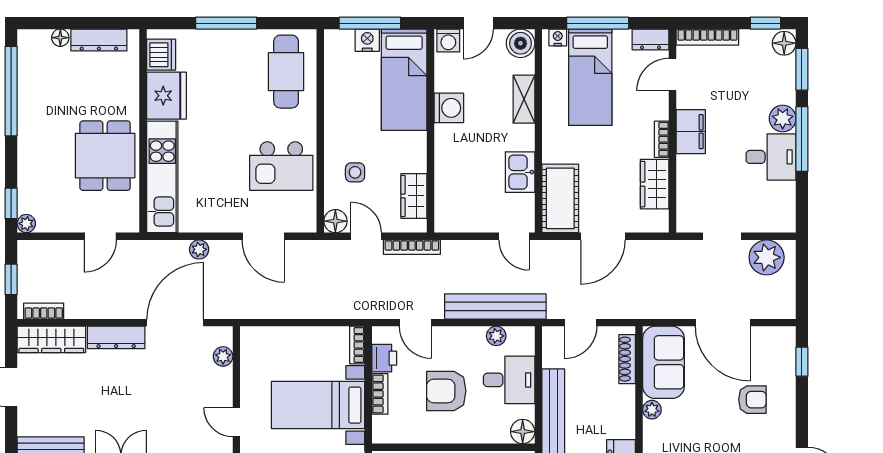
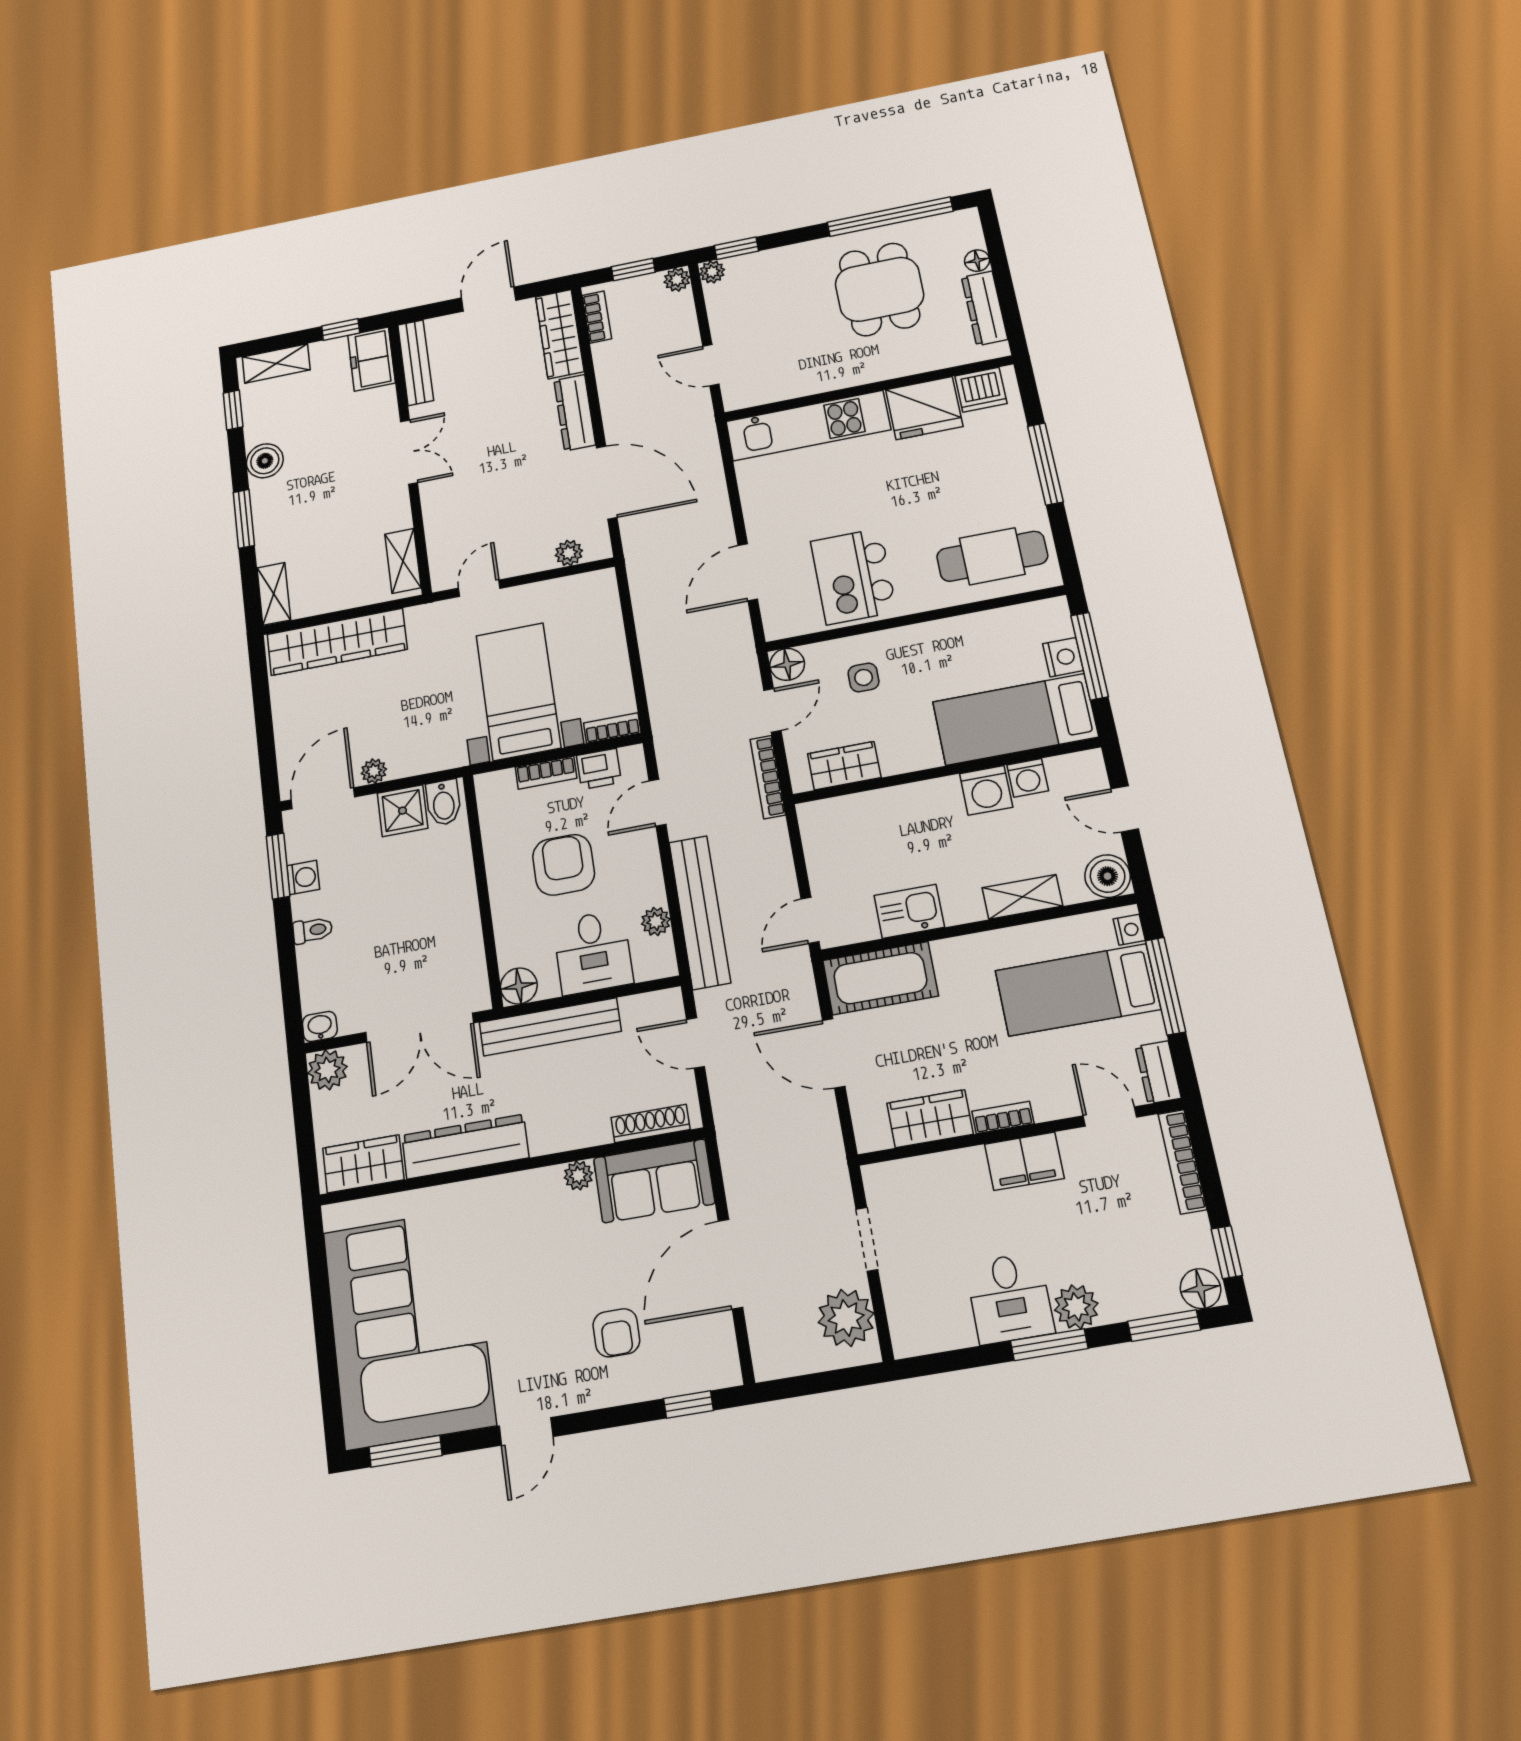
washing machine: (448, 40) -> (1028, 778), moved, turned -90
window: (802, 139) -> (1049, 1345), width x0.69
dining table: (105, 156) -> (879, 289), moved, turned 90
plant: (199, 249) -> (677, 280), moved

